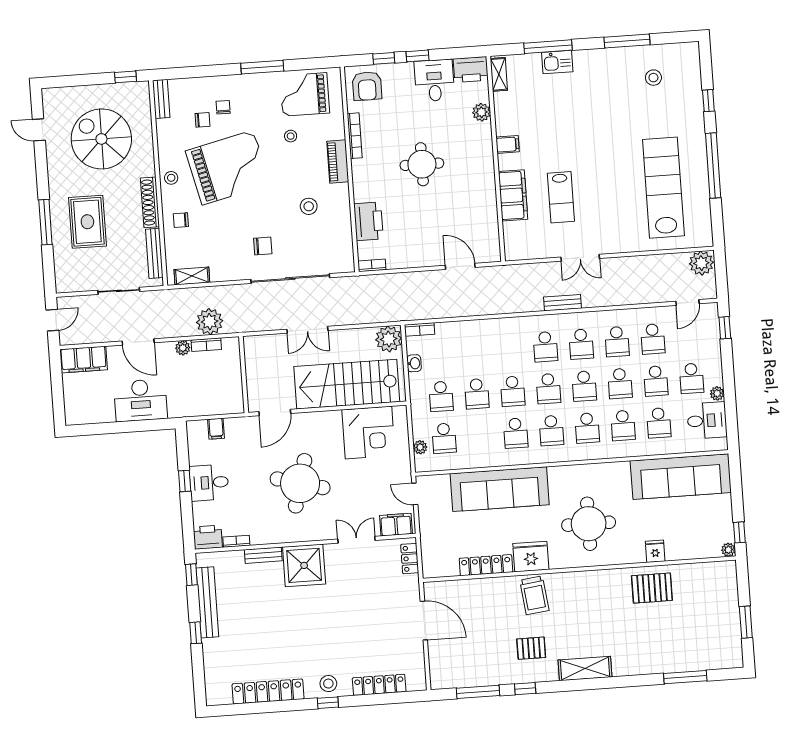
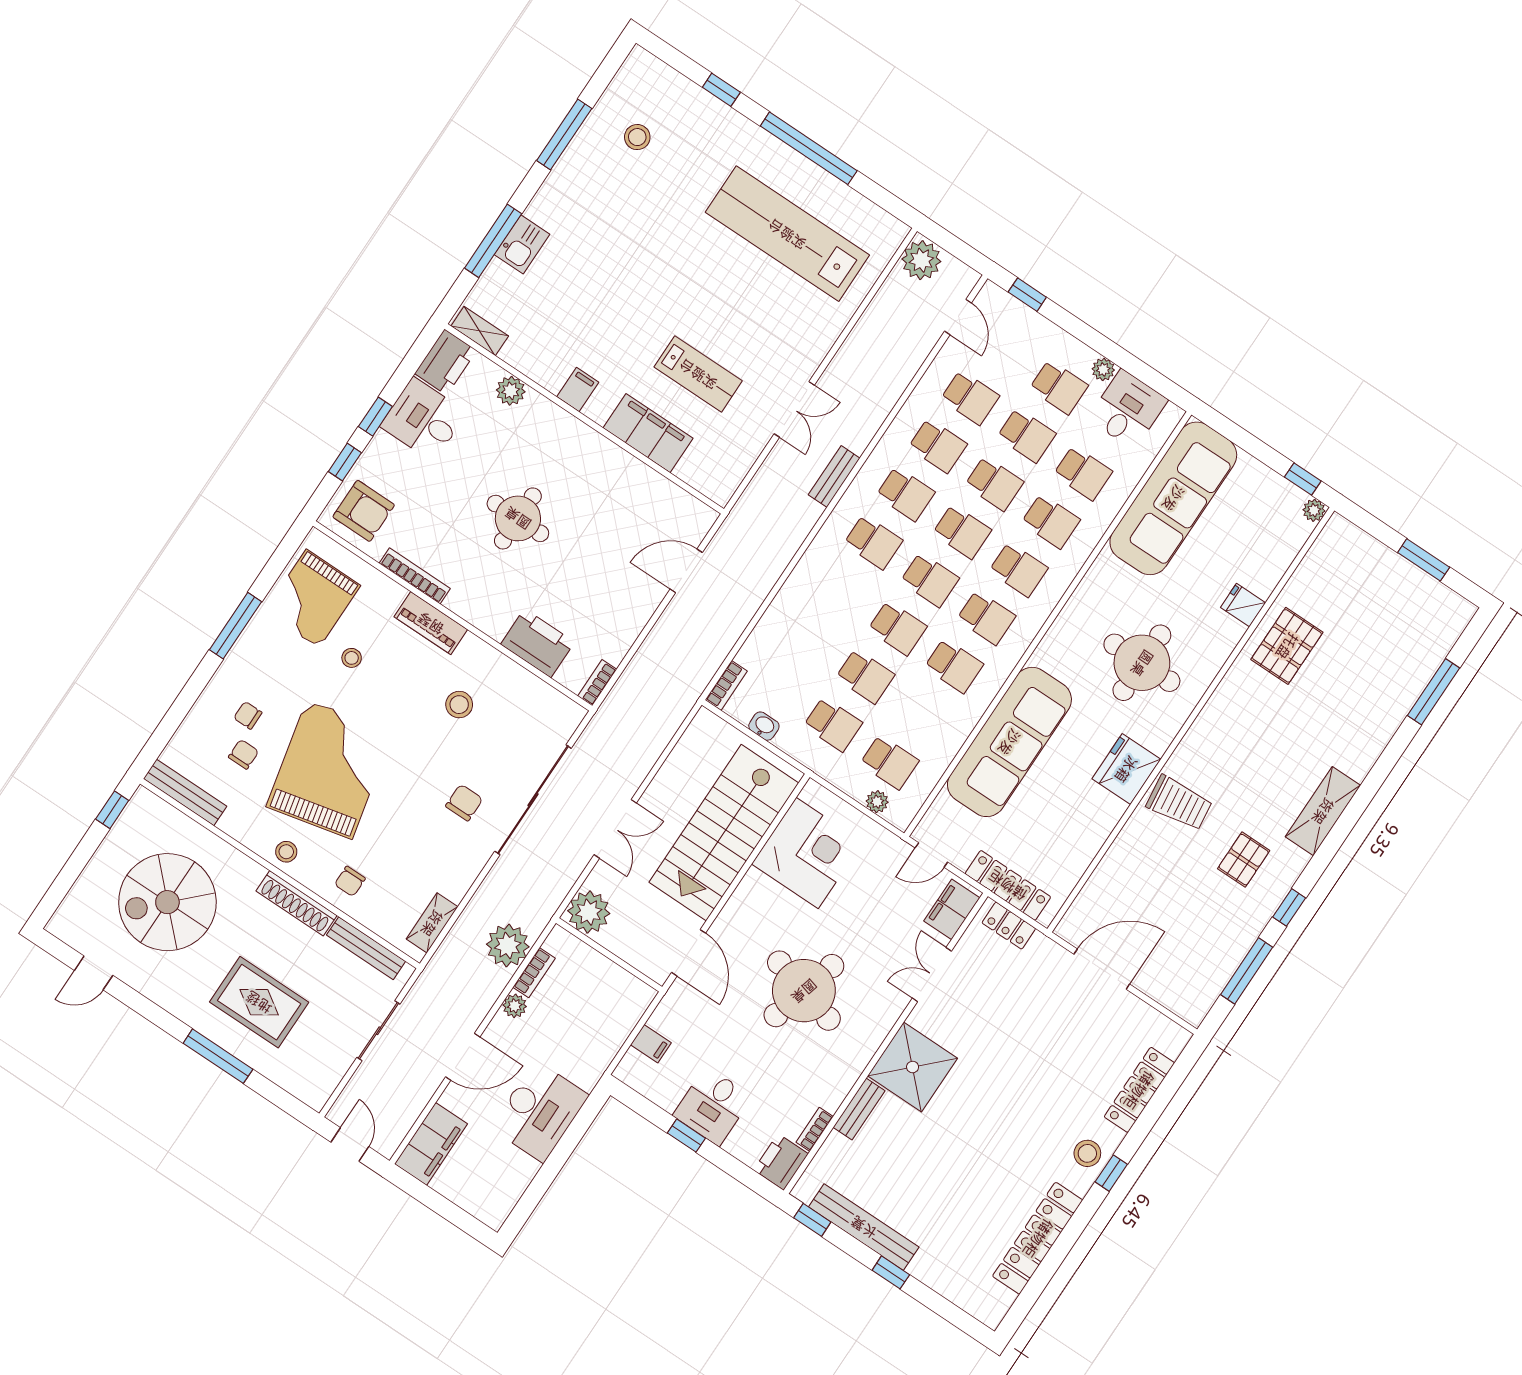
bench: (161, 99) -> (185, 792), width x1.36
plant: (389, 339) -> (589, 912), moved
locker: (486, 565) -> (1008, 885), moved, turned 90

